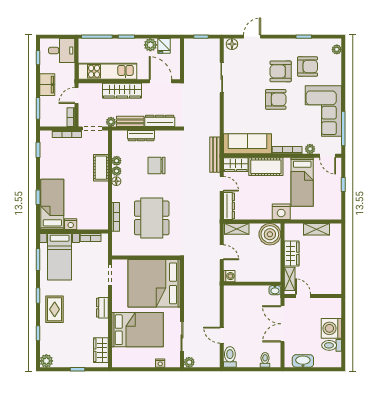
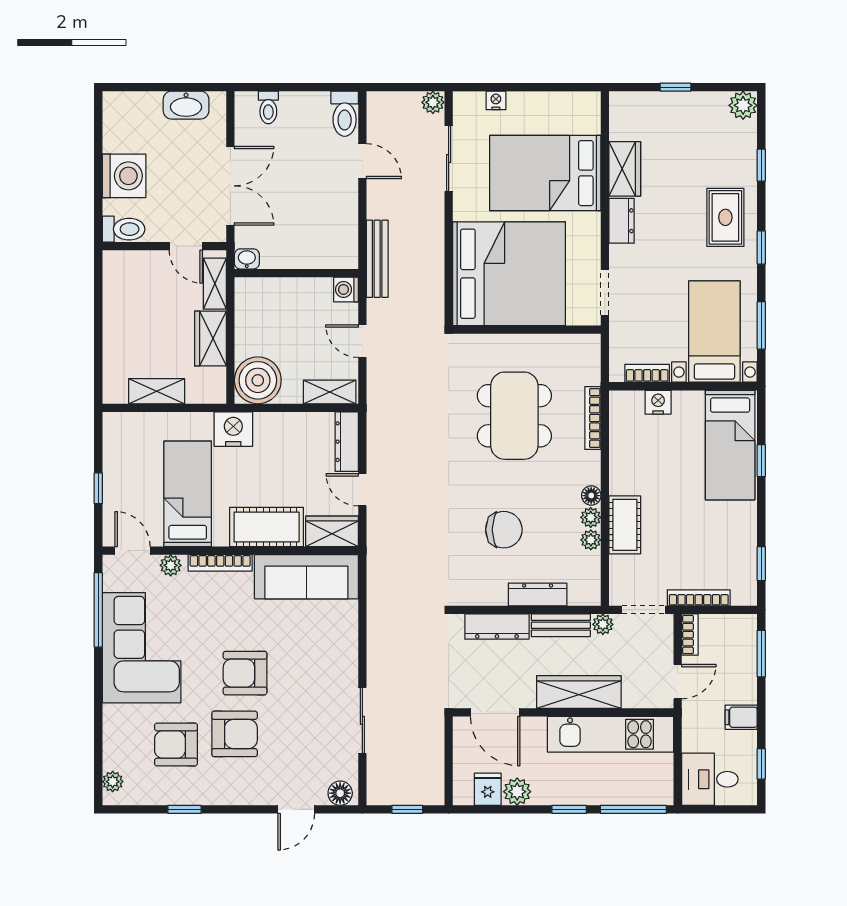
filing cabinet: (47, 85) -> (741, 717), width x0.50
bench: (215, 155) -> (377, 259), moved
nightstand: (71, 224) -> (658, 402), moved
toilet: (332, 345) -> (124, 229), moved
wardrobe: (101, 350) -> (625, 169), moved

